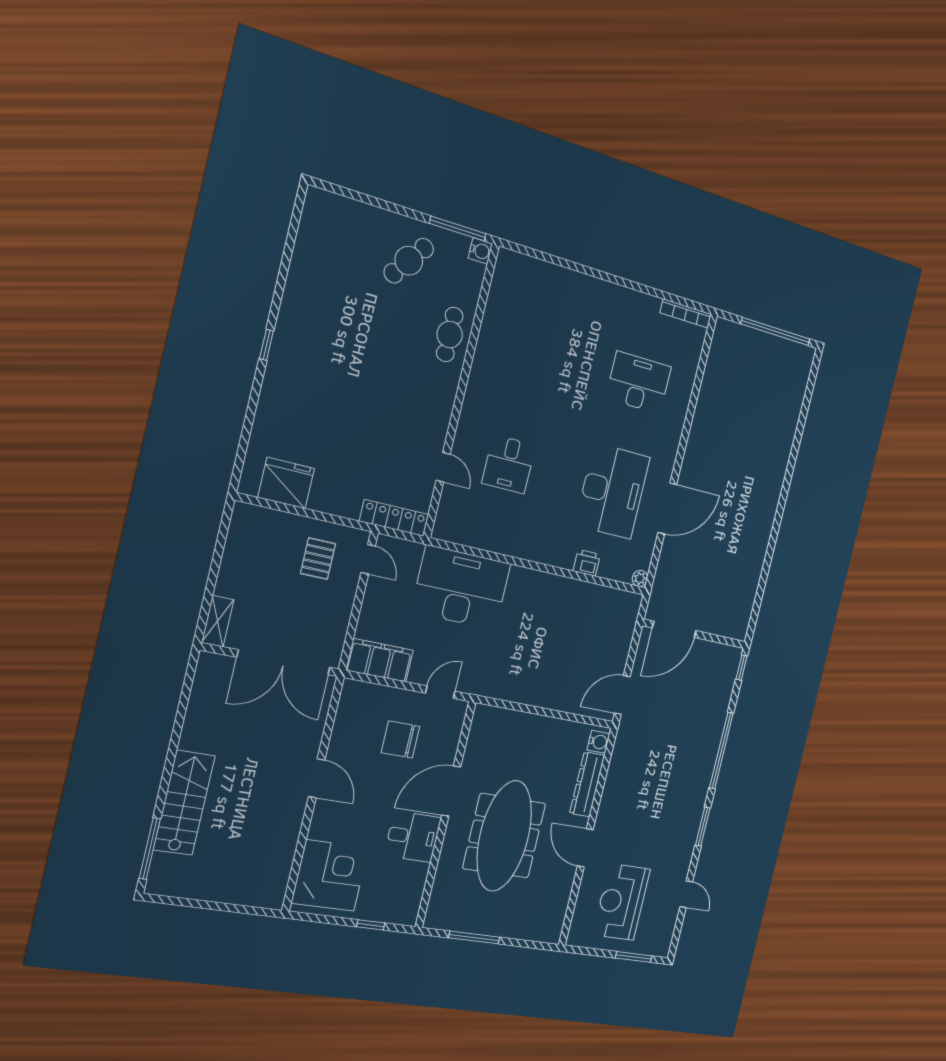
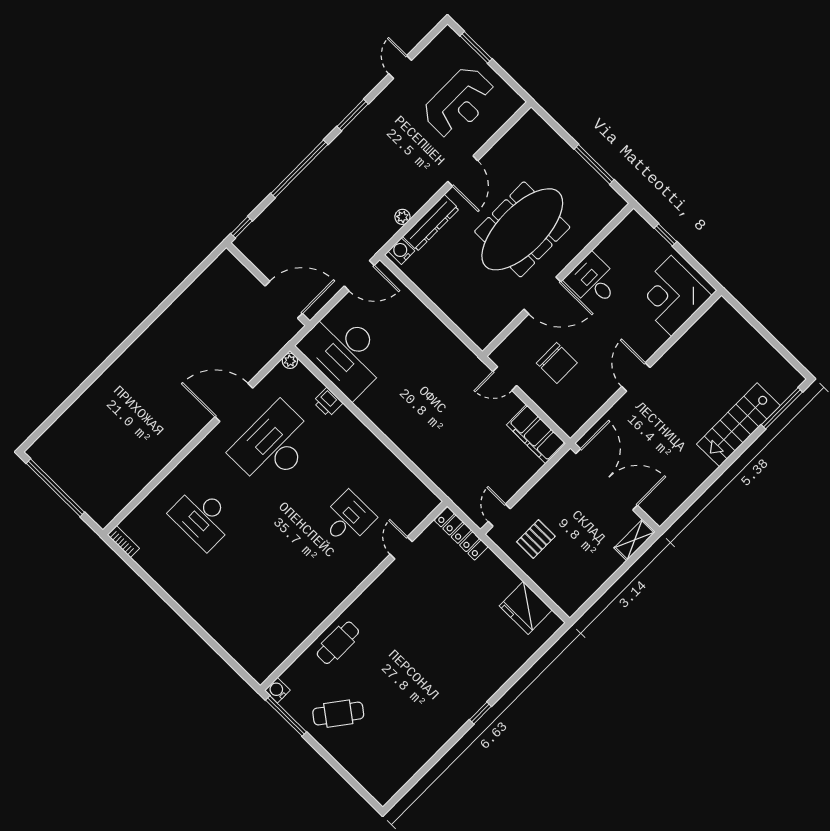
bookcase: (686, 313) -> (123, 542), width x0.64
desk: (461, 588) -> (344, 353), moved
plant: (614, 772) -> (402, 217), added

